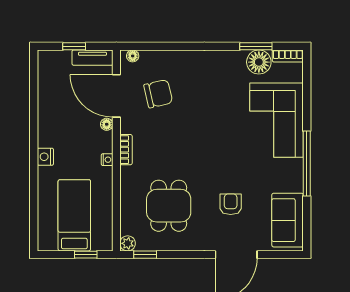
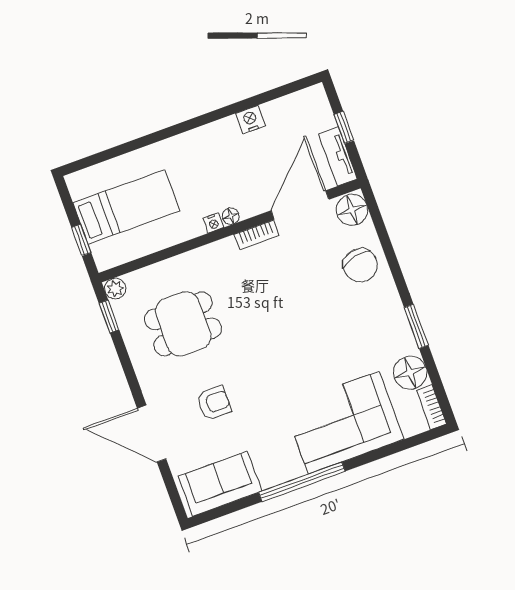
window: (256, 46) -> (416, 326), moved
floor lamp: (133, 56) -> (352, 210), width x1.89, depth x1.89
chair: (158, 94) -> (360, 265), moved
floor lamp: (107, 124) -> (231, 216), moved
bookcase: (126, 150) -> (257, 235), moved
nightstand: (45, 157) -> (250, 120), moved

